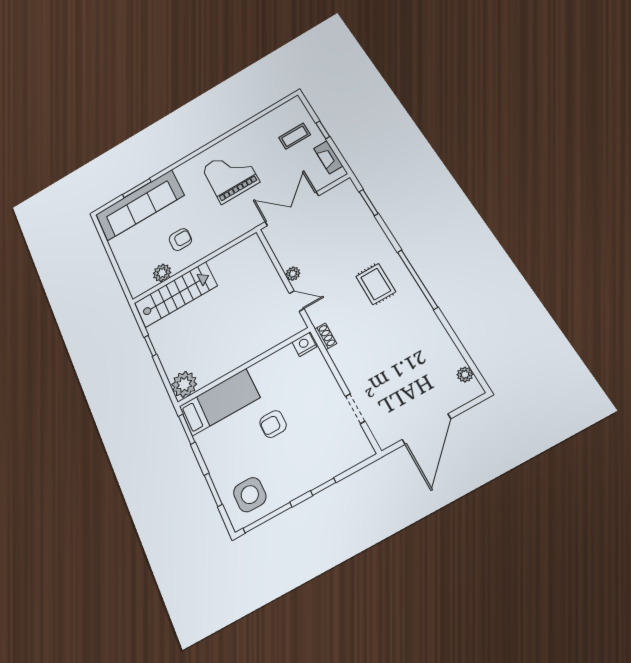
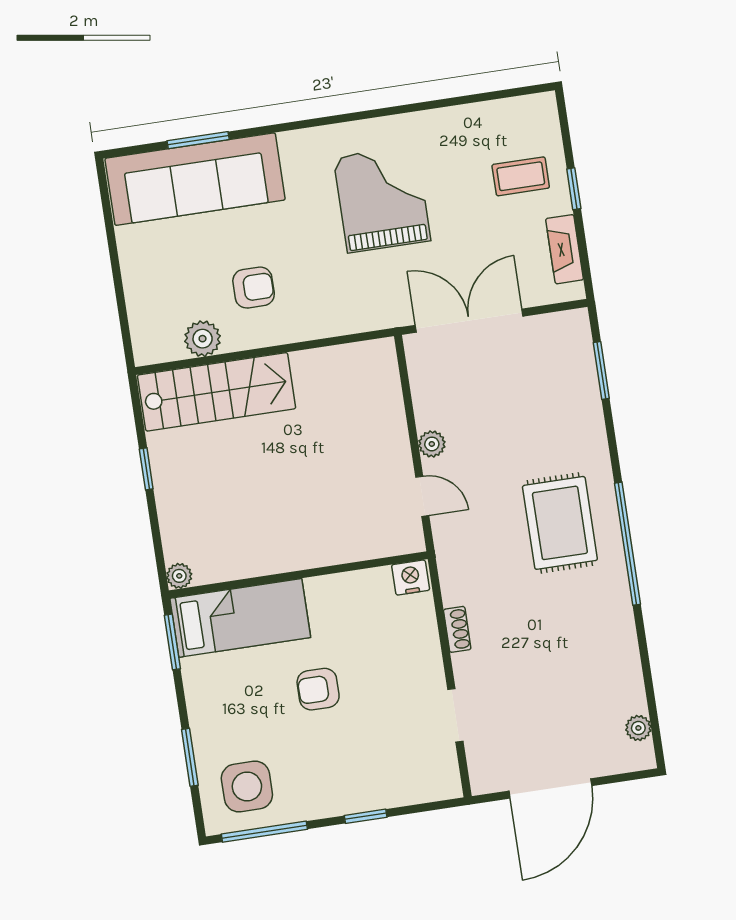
rug: (376, 284) -> (560, 523), width x1.36, depth x1.43
shoe rack: (326, 336) -> (457, 629), moved
plant: (184, 384) -> (179, 576), width x0.53, depth x0.53

